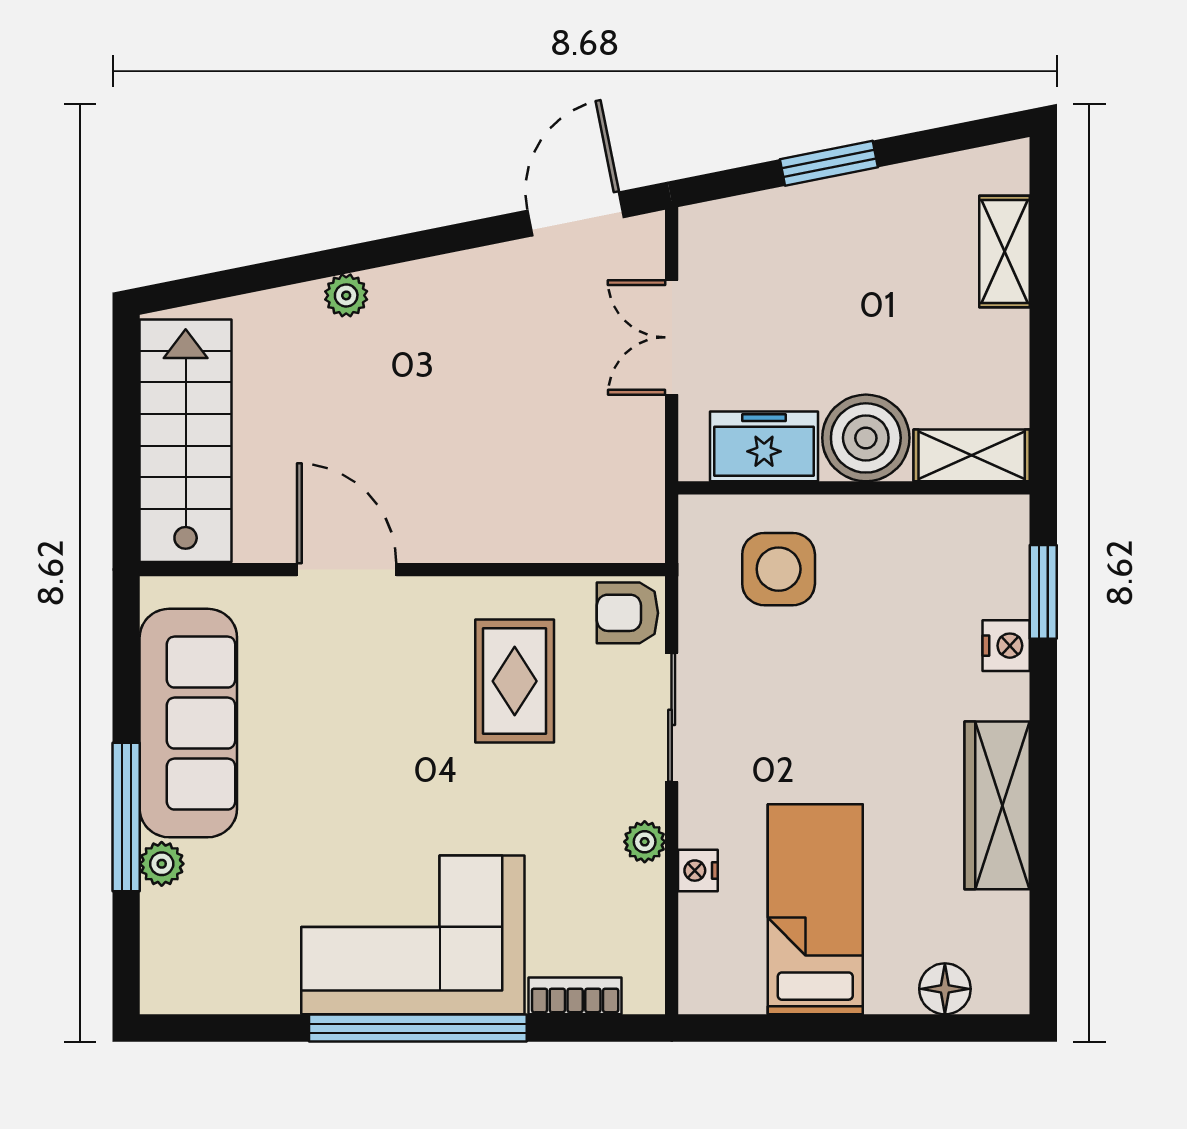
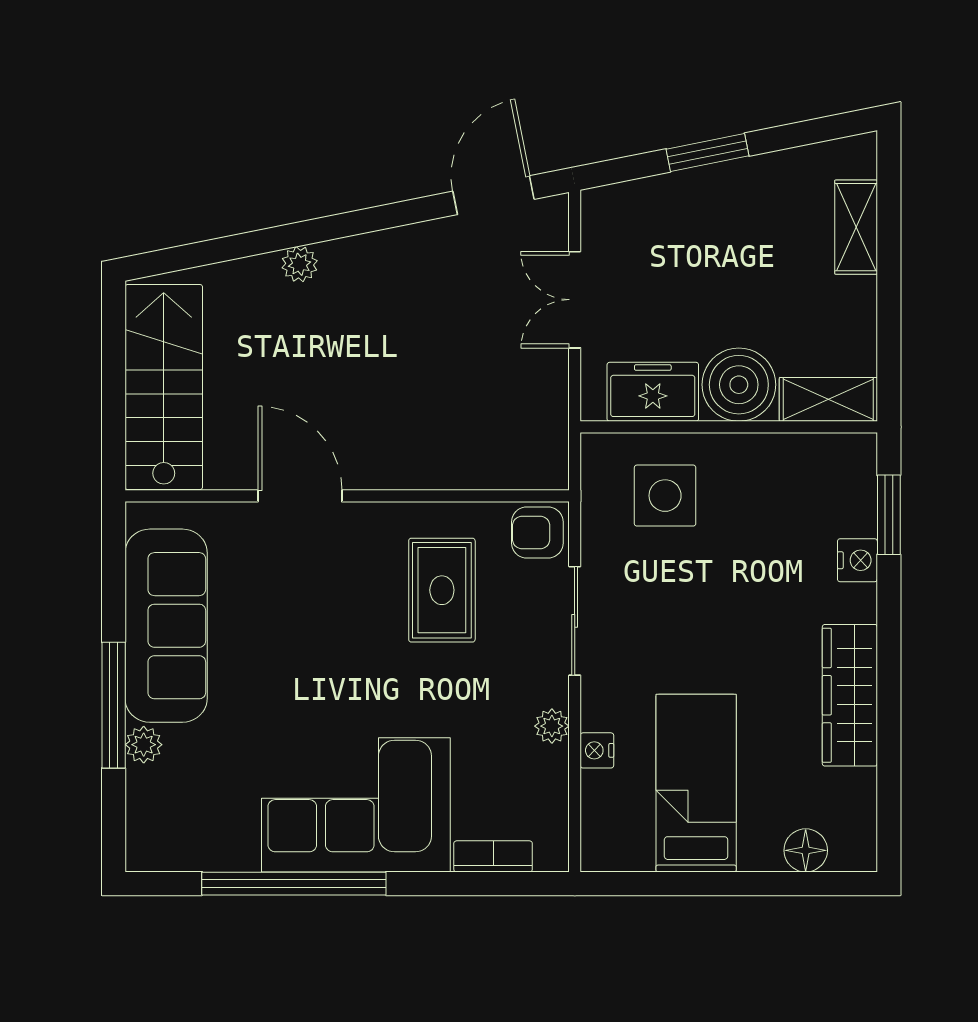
window: (418, 1028) -> (294, 884), moved

